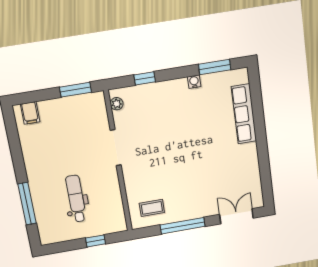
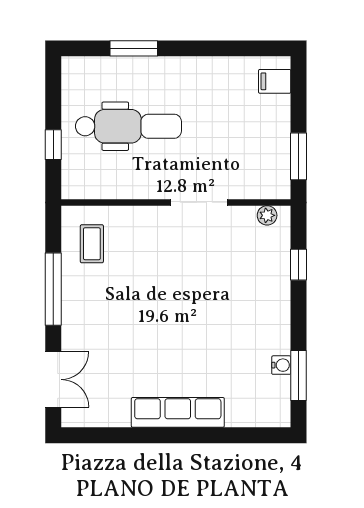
water cooler: (194, 82) -> (281, 365), moved
row of seats: (244, 114) -> (178, 412), moved
dental chair: (76, 199) -> (128, 126), width x1.36, depth x1.38
window: (27, 204) -> (134, 48), width x0.69

